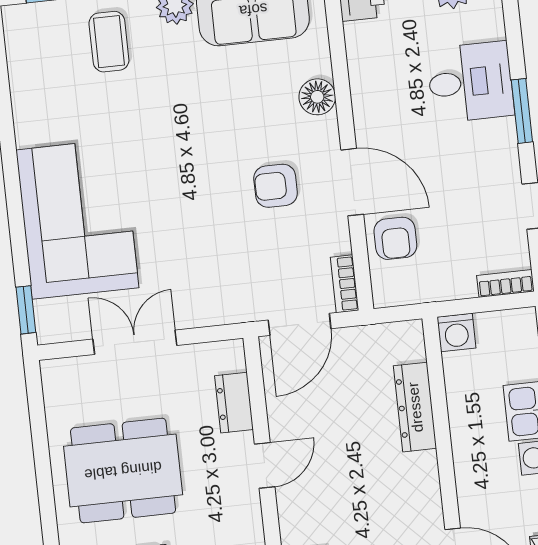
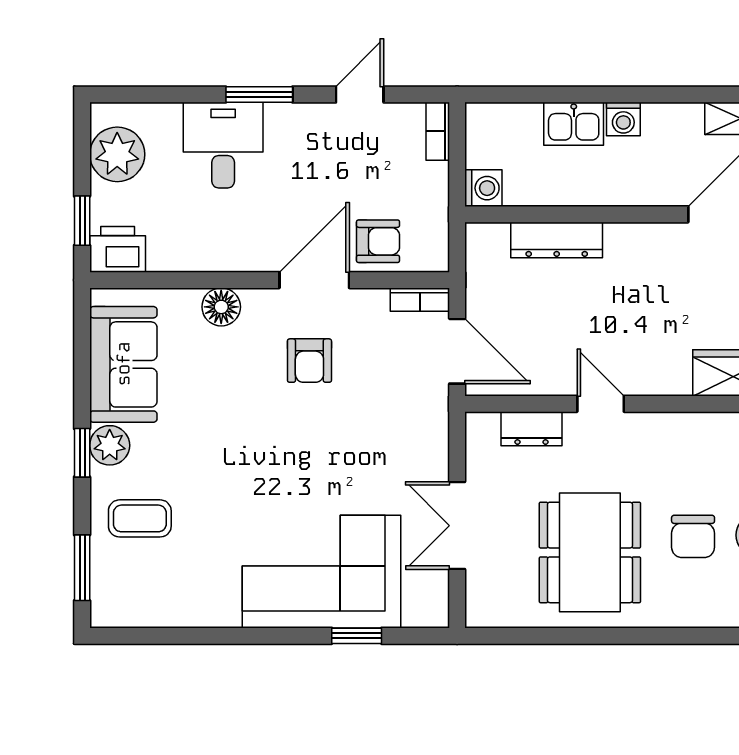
window: (26, 310) -> (357, 636), moved

